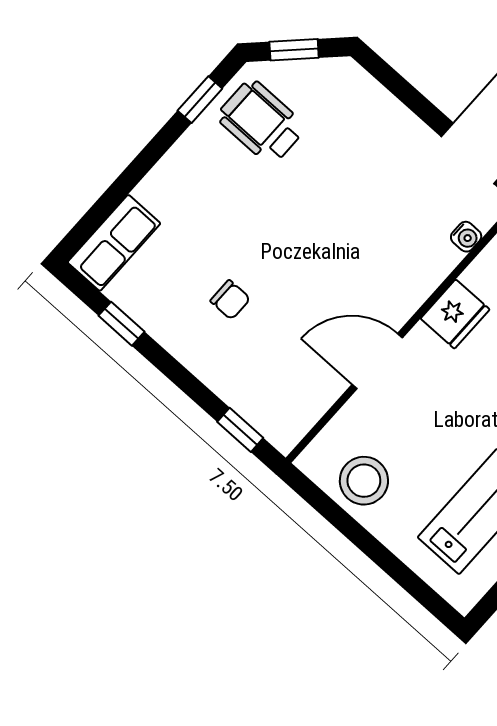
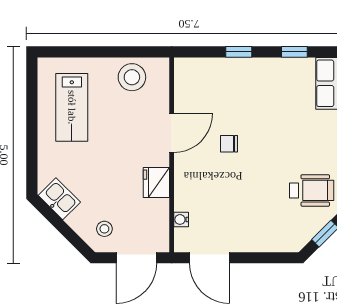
chair: (230, 300) -> (229, 144), moved
window: (240, 430) -> (239, 52), moved

